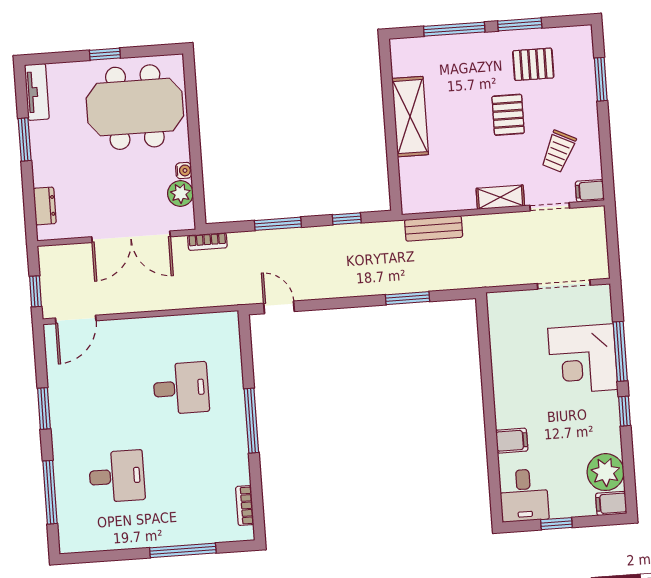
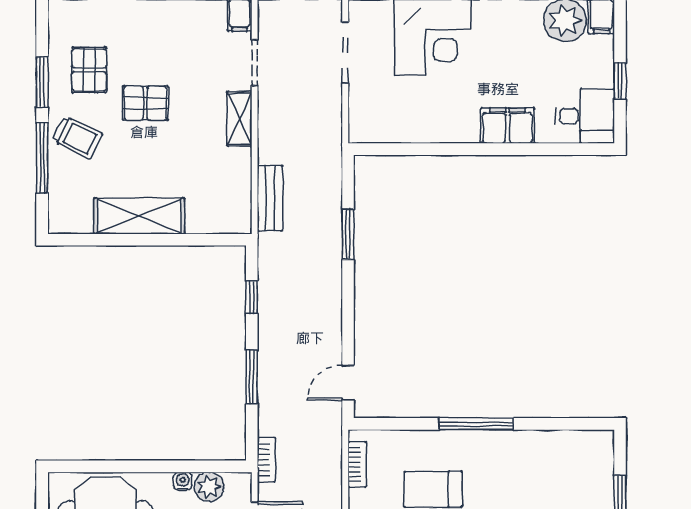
trolley: (559, 151) -> (77, 137), moved
filing cabinet: (512, 441) -> (507, 126), width x2.00
bookcase: (245, 506) -> (357, 464), moved, turned -90

